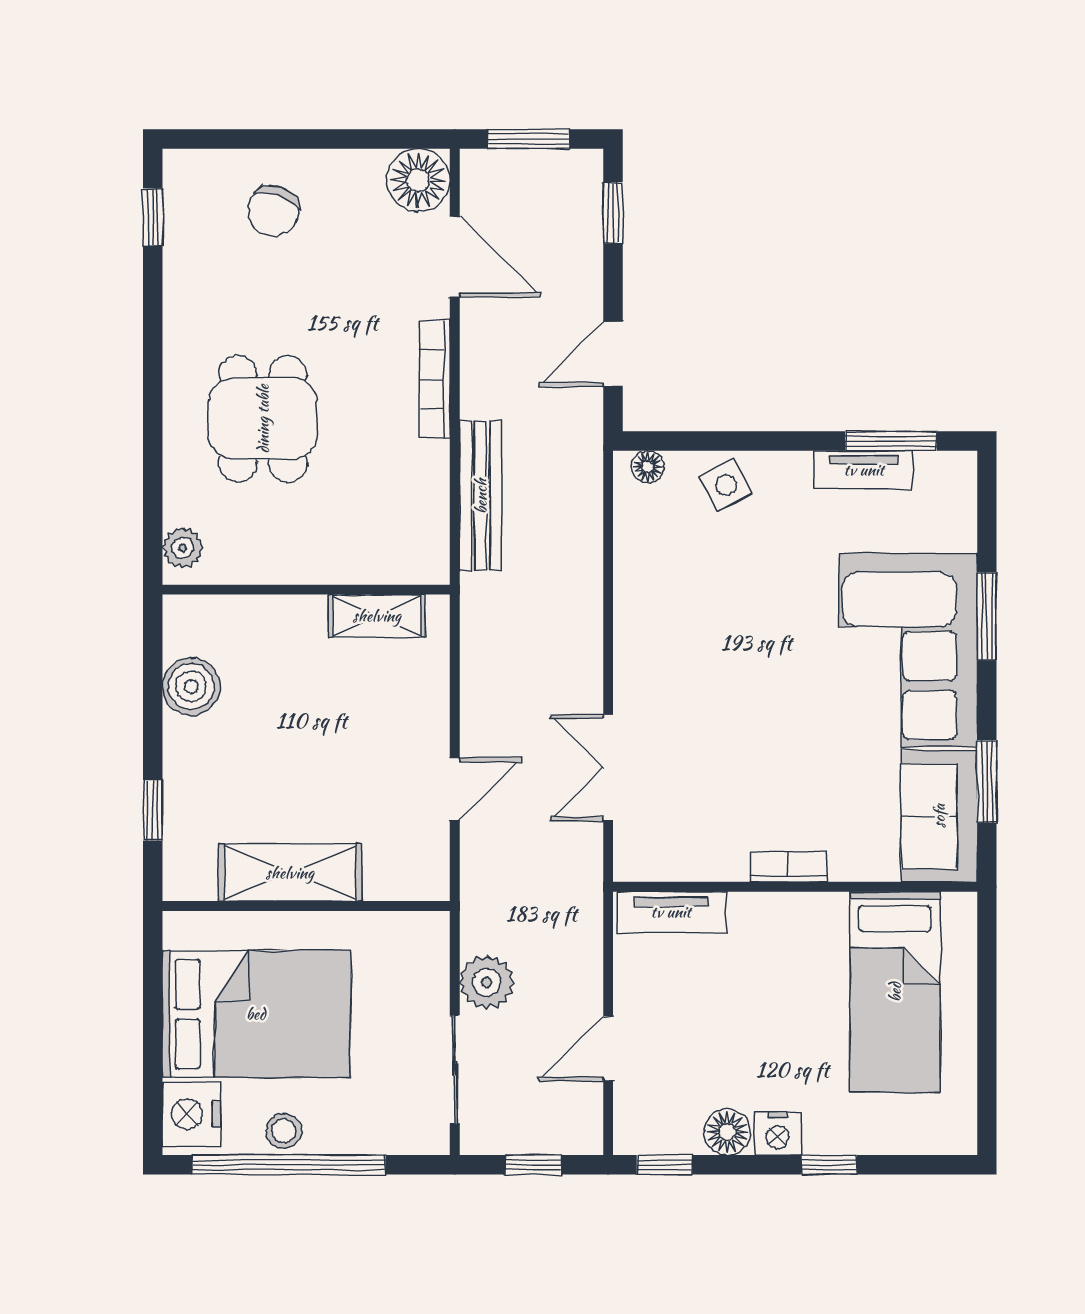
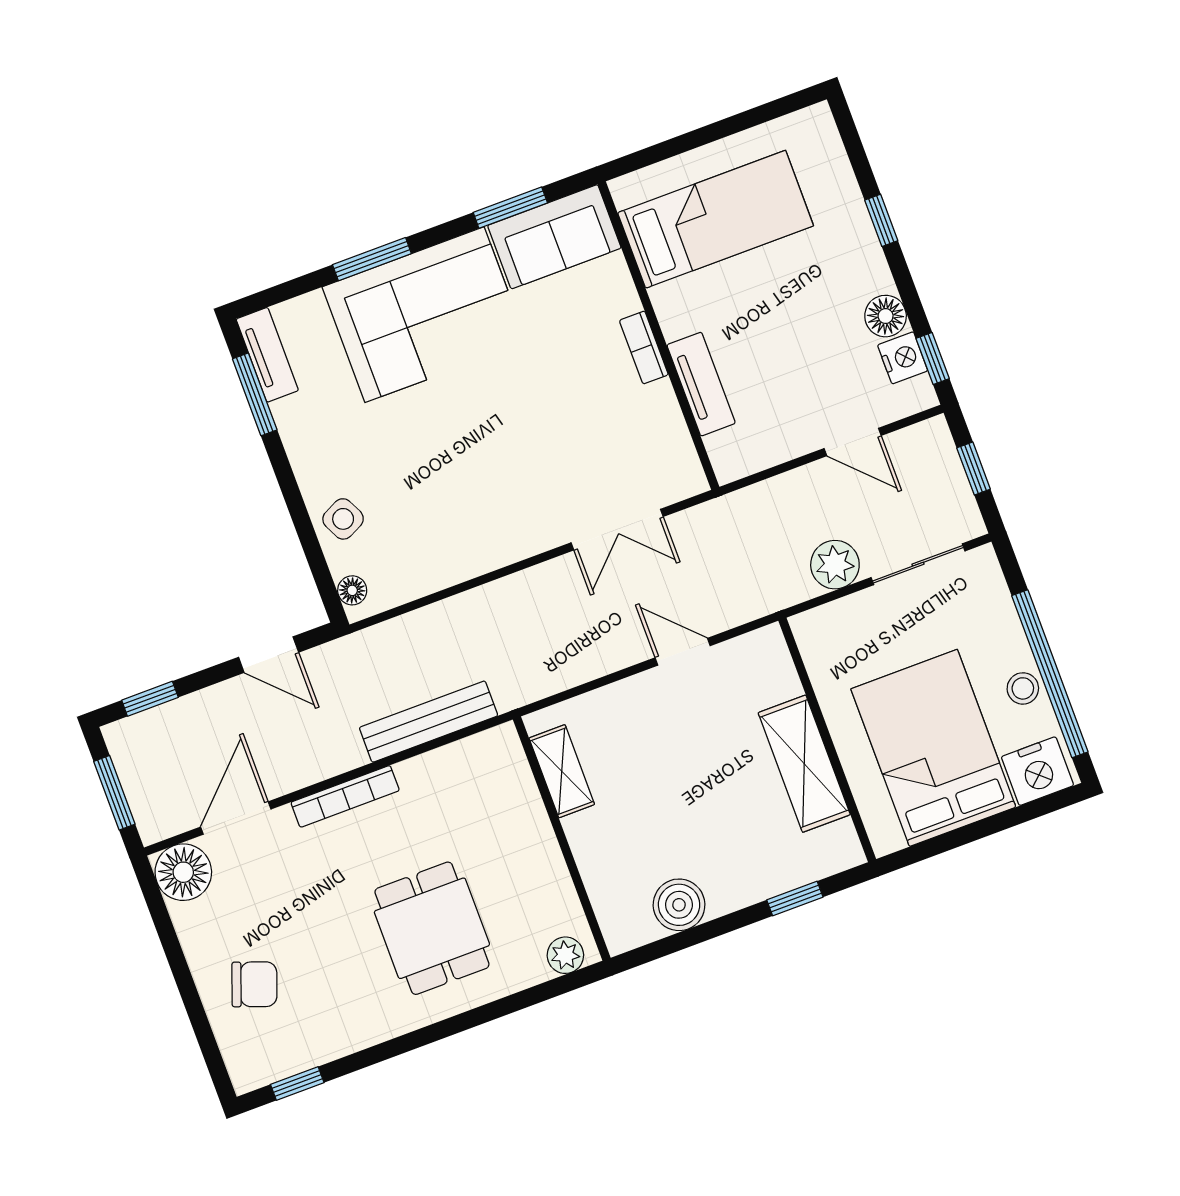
dining table: (263, 419) -> (432, 928), turned 90
tv unit: (864, 470) -> (267, 355), moved
tv unit: (671, 912) -> (701, 384), moved
nightstand: (778, 1134) -> (903, 358), moved

